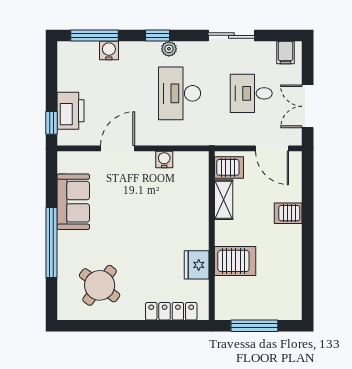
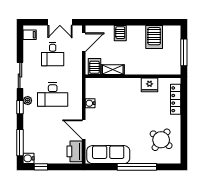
sliding door: (231, 35) -> (20, 75), moved
water cooler: (109, 51) -> (28, 158), moved
printer: (71, 111) -> (75, 151), moved, turned -90
window: (51, 123) -> (41, 167), moved
sofa: (73, 202) -> (108, 155), width x1.36
server rack: (235, 261) -> (154, 37), moved, turned 180

